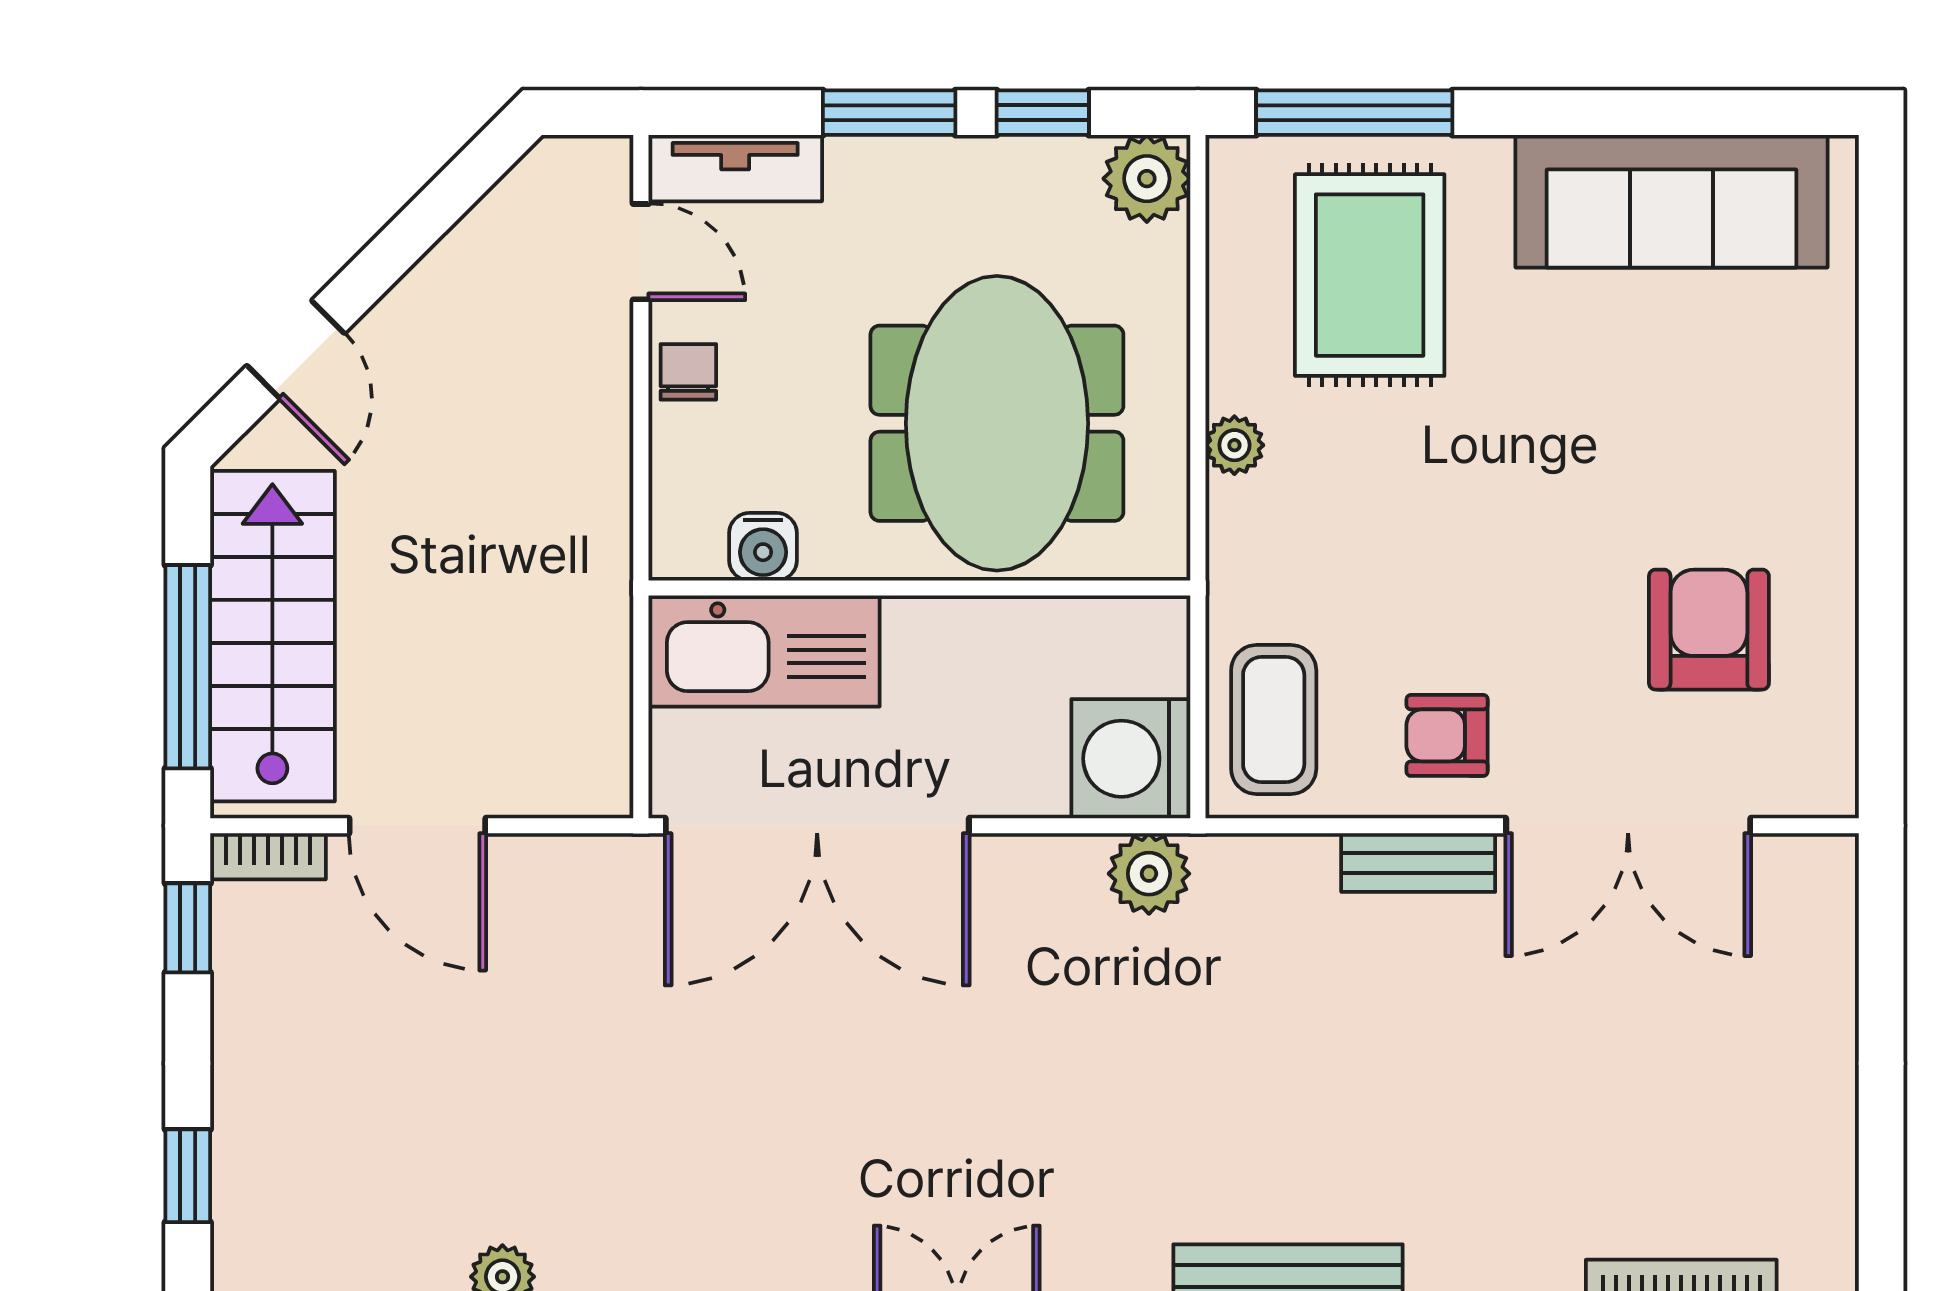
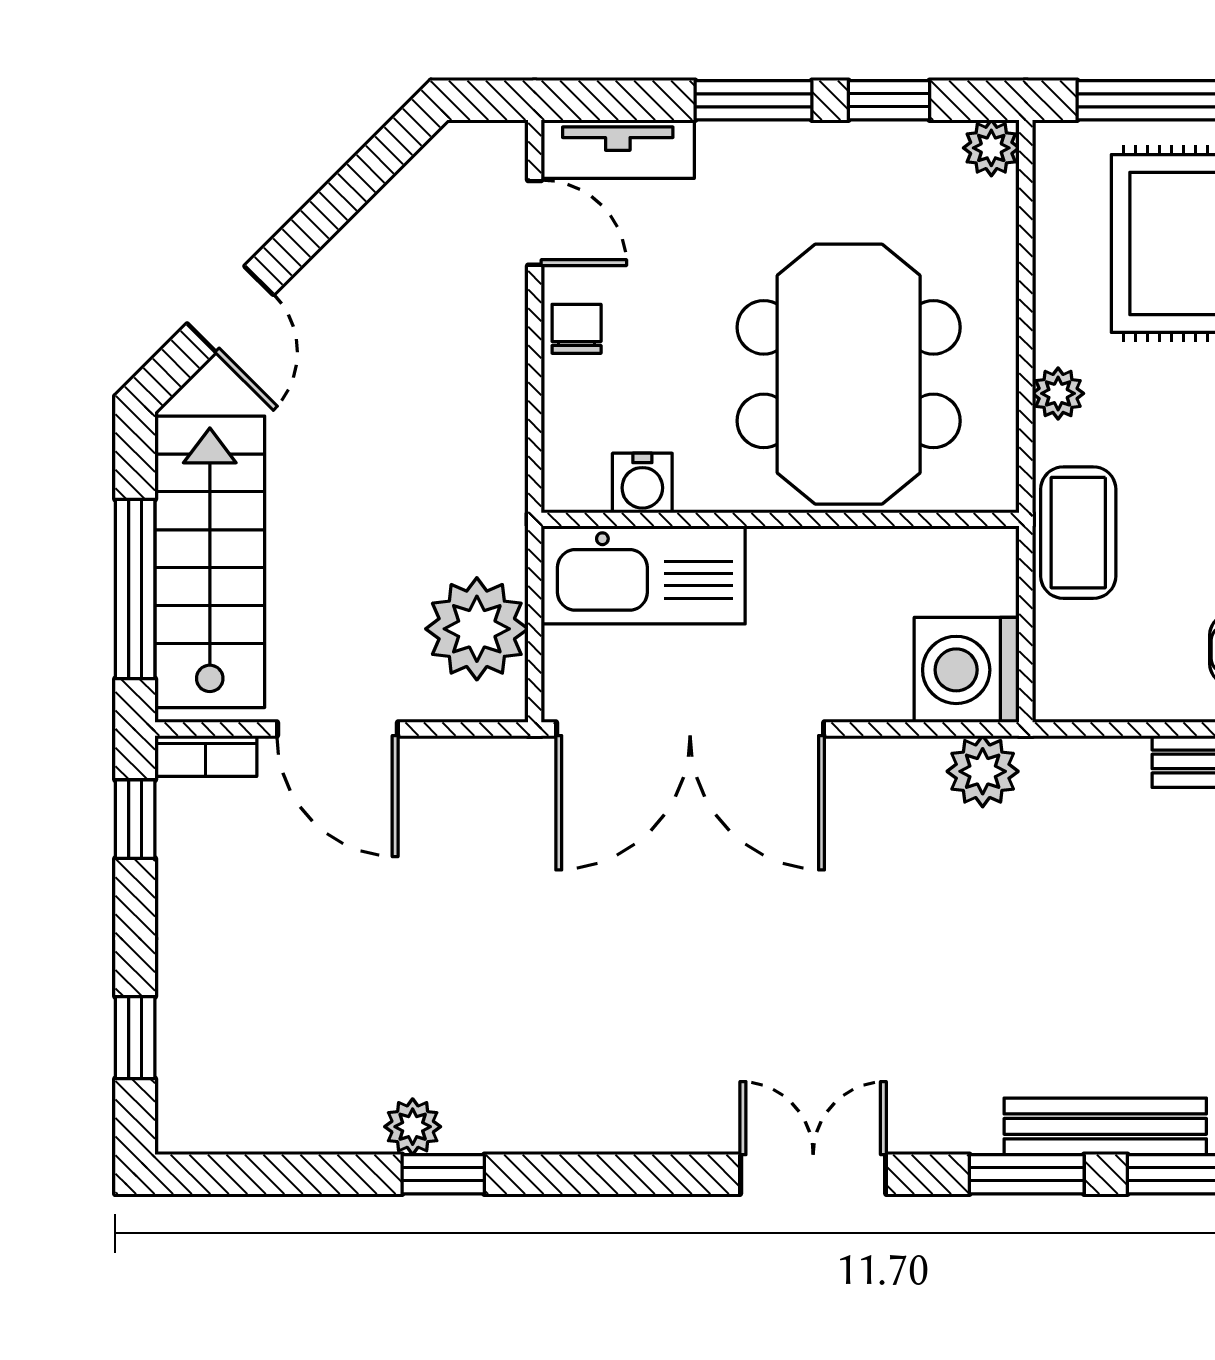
plant: (1147, 179) -> (991, 148), width x0.73, depth x0.73
plant: (575, 712) -> (477, 629), added
coffee table: (1274, 720) -> (1078, 533), moved

